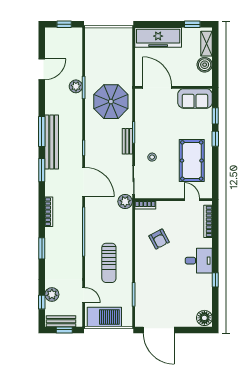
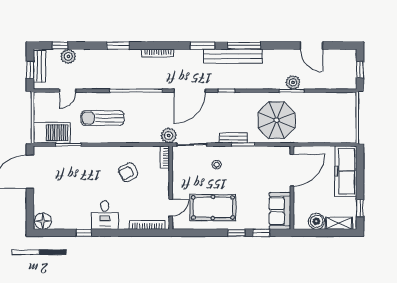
barbecue: (104, 317) -> (52, 133), moved, turned -90

